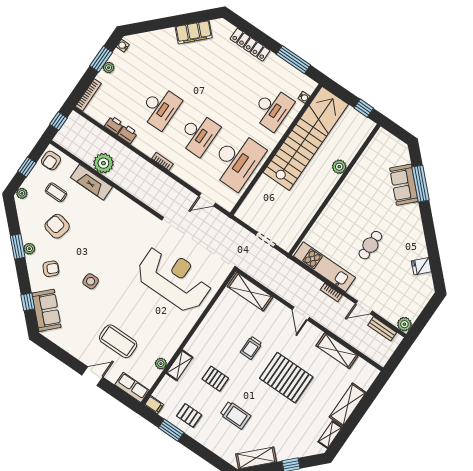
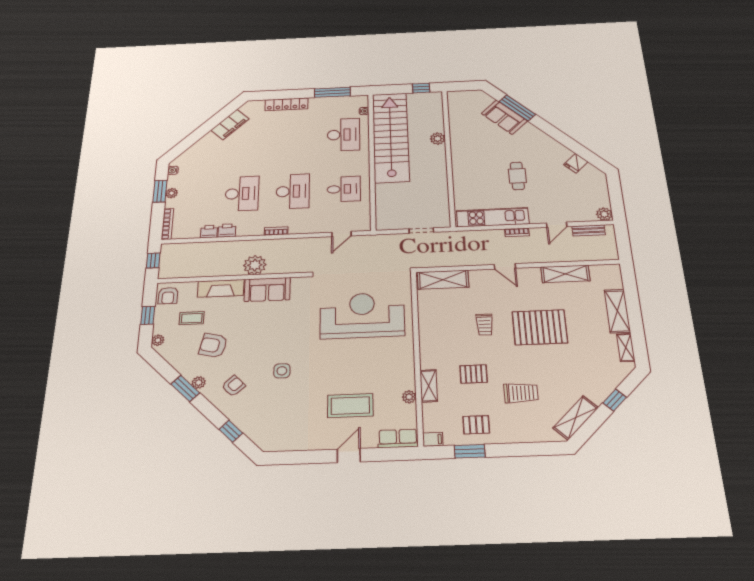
desk: (237, 161) -> (344, 189), width x0.53, depth x0.77
plant: (103, 163) -> (255, 265), moved
sofa: (46, 310) -> (267, 290), moved, turned 135

